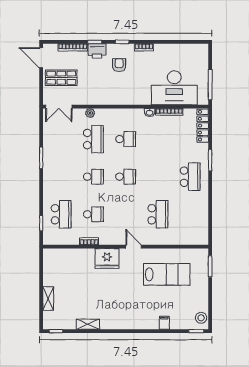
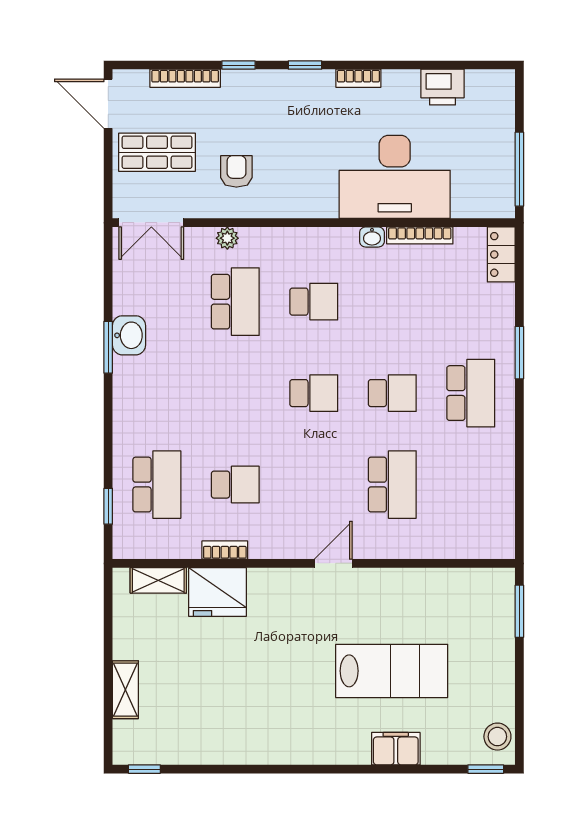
printer: (97, 51) -> (443, 87), moved
armchair: (119, 65) -> (236, 171), moved
desk: (174, 88) -> (395, 177), moved
locker: (203, 126) -> (501, 254), width x0.66
washbasin: (50, 153) -> (129, 335), added
school desk: (93, 177) -> (392, 393), moved
door: (134, 247) -> (333, 563), hinge flipped
fridge: (107, 258) -> (218, 592), moved
lab bench: (167, 274) -> (392, 671), moved
filing cabinet: (164, 323) -> (396, 749), width x2.00
shelving: (88, 324) -> (158, 580), moved

